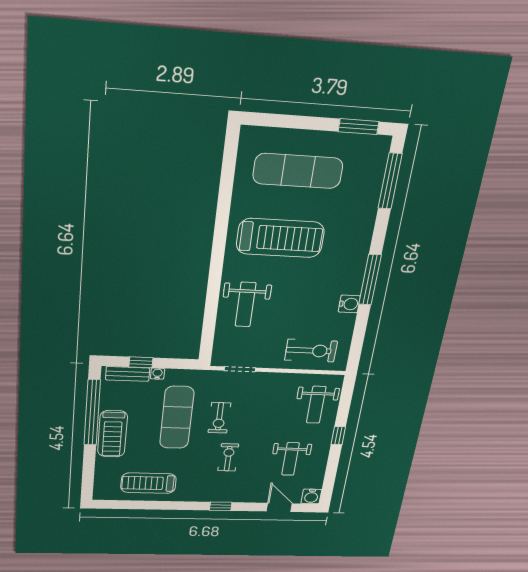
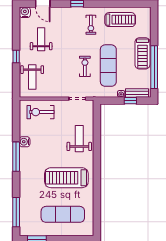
weight bench: (316, 405) -> (32, 77), turned 180
treadmill: (112, 434) -> (142, 53), turned 180
exercise bike: (228, 457) -> (91, 25), moved

